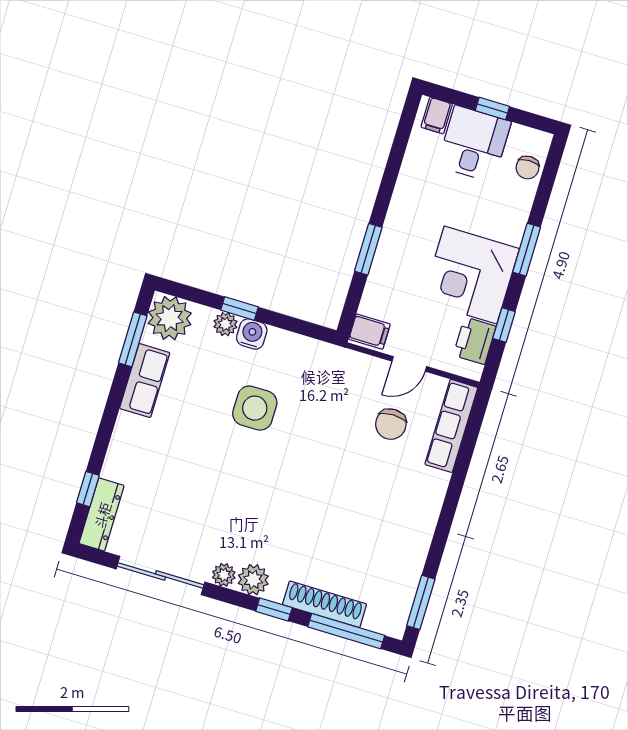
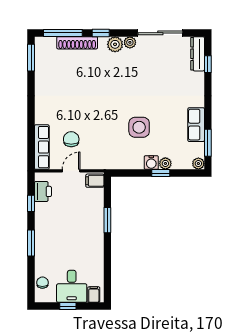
corner desk: (471, 275) -> (54, 223), removed
plant: (170, 318) -> (198, 164), width x0.53, depth x0.53

